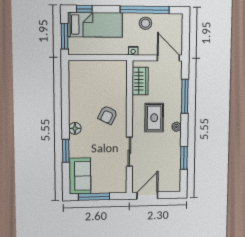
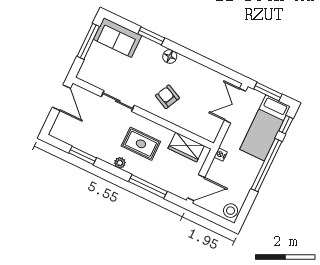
window: (145, 10) -> (267, 165), moved
stool: (145, 23) -> (231, 211), moved
double door: (89, 58) -> (235, 106), added

